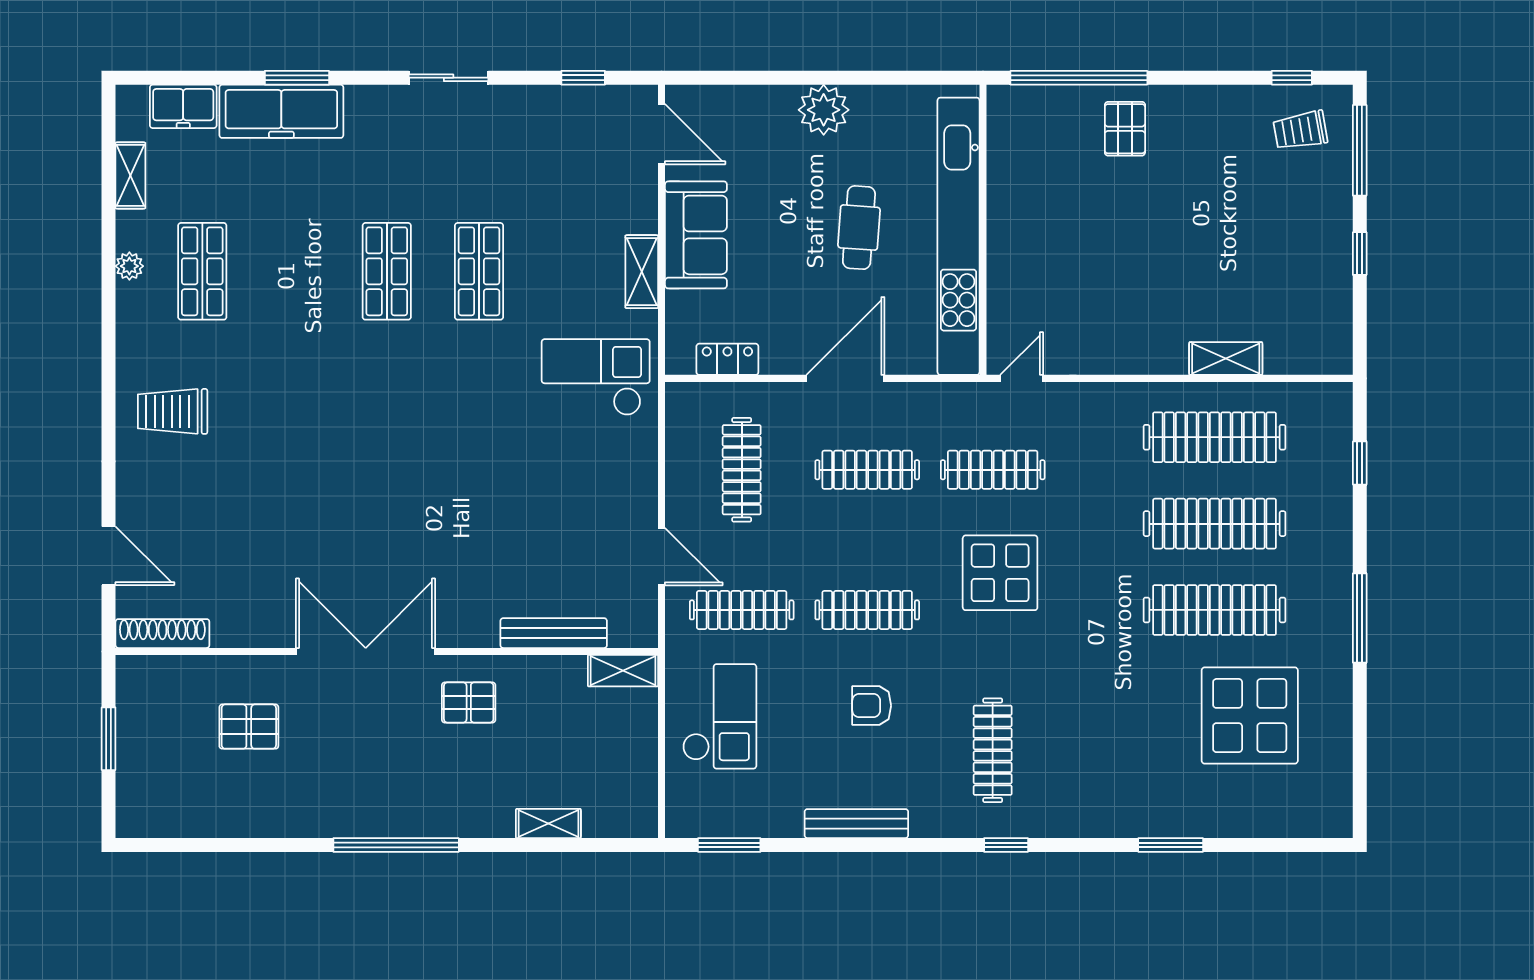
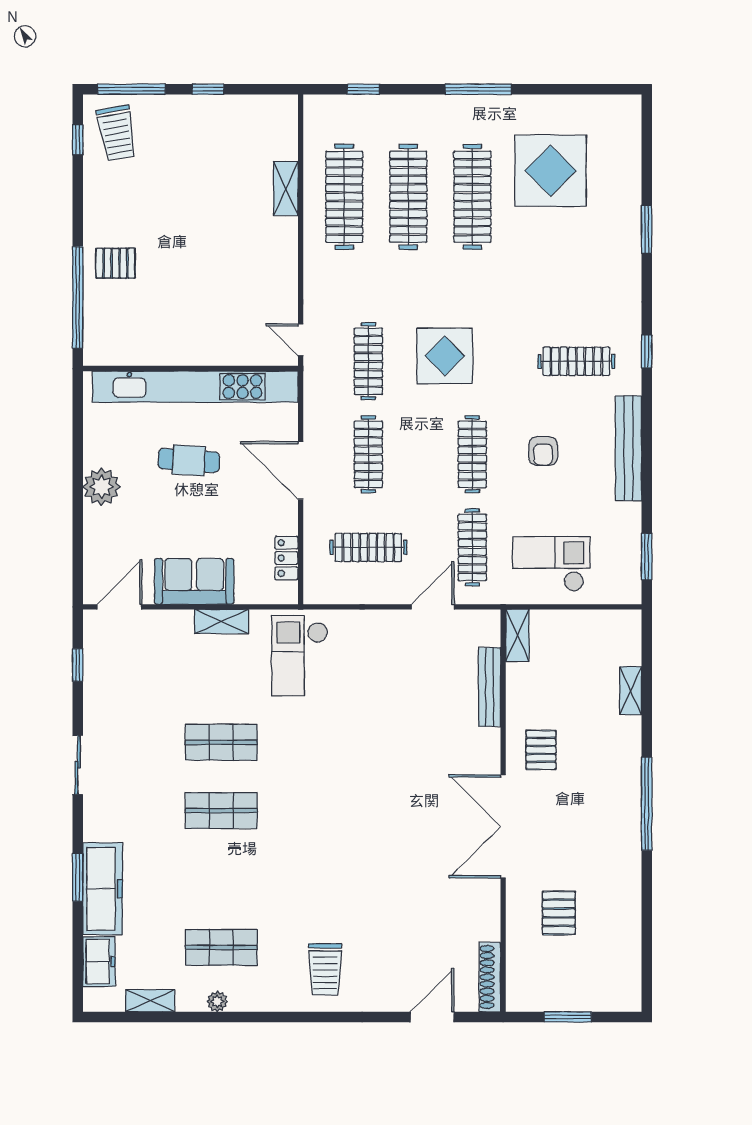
trolley: (1300, 130) -> (117, 133), width x1.36, depth x1.39
bench: (856, 824) -> (628, 448), width x1.37, depth x1.21

